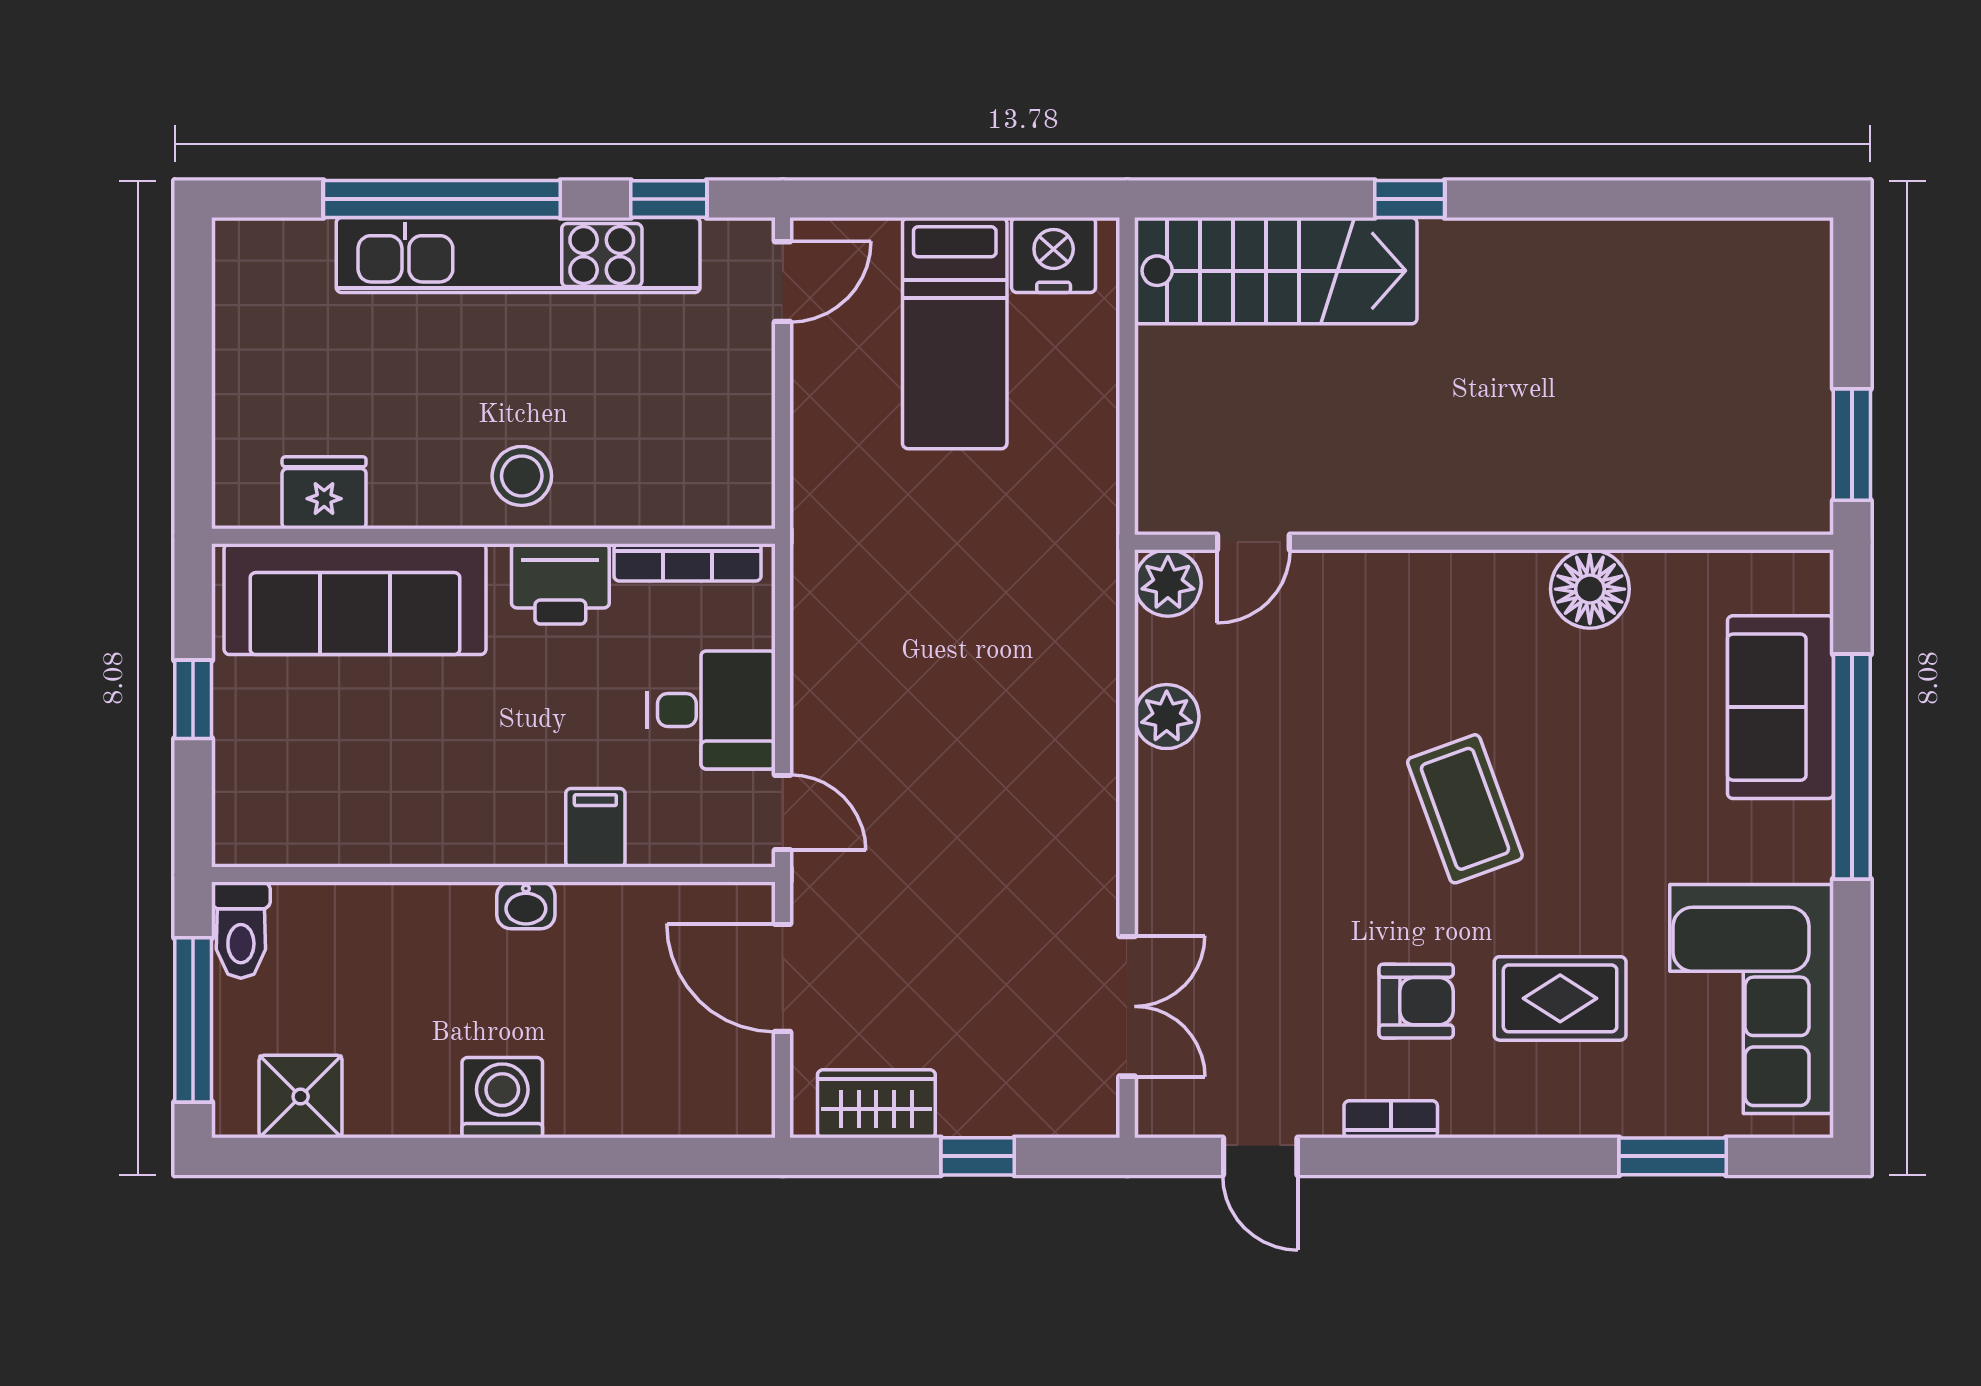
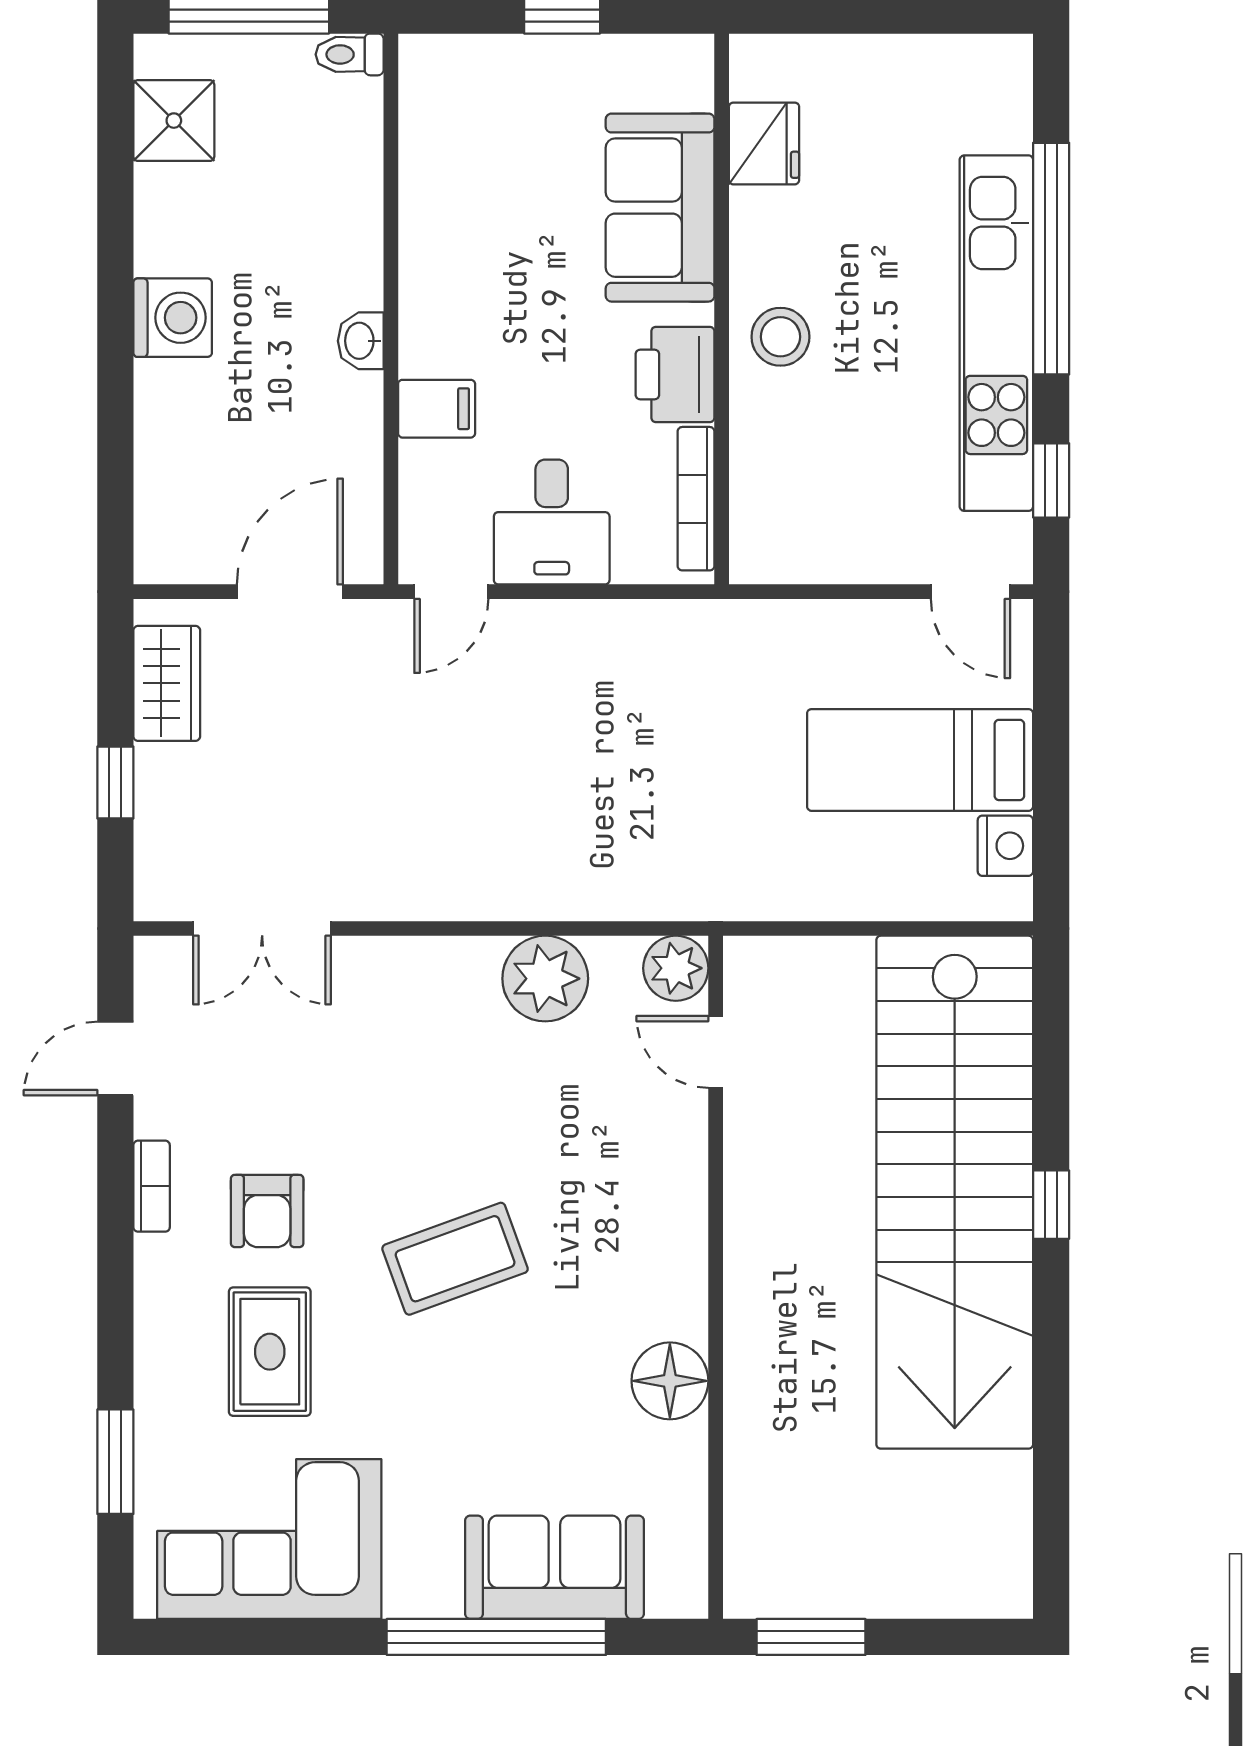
nightstand: (1054, 255) -> (1005, 846), width x0.74, depth x0.75
stairs: (1276, 271) -> (955, 1192), width x1.86, depth x1.51
sofa: (355, 599) -> (660, 208), width x0.73
plant: (1167, 717) -> (545, 979), width x1.36, depth x1.36
toilet: (241, 930) -> (350, 54), width x0.73, depth x0.72

